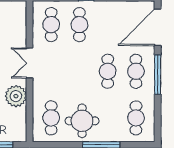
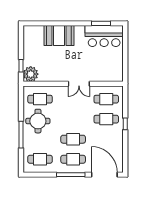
double door: (29, 63) -> (79, 84), swing flipped
plant: (16, 96) -> (31, 74), moved

